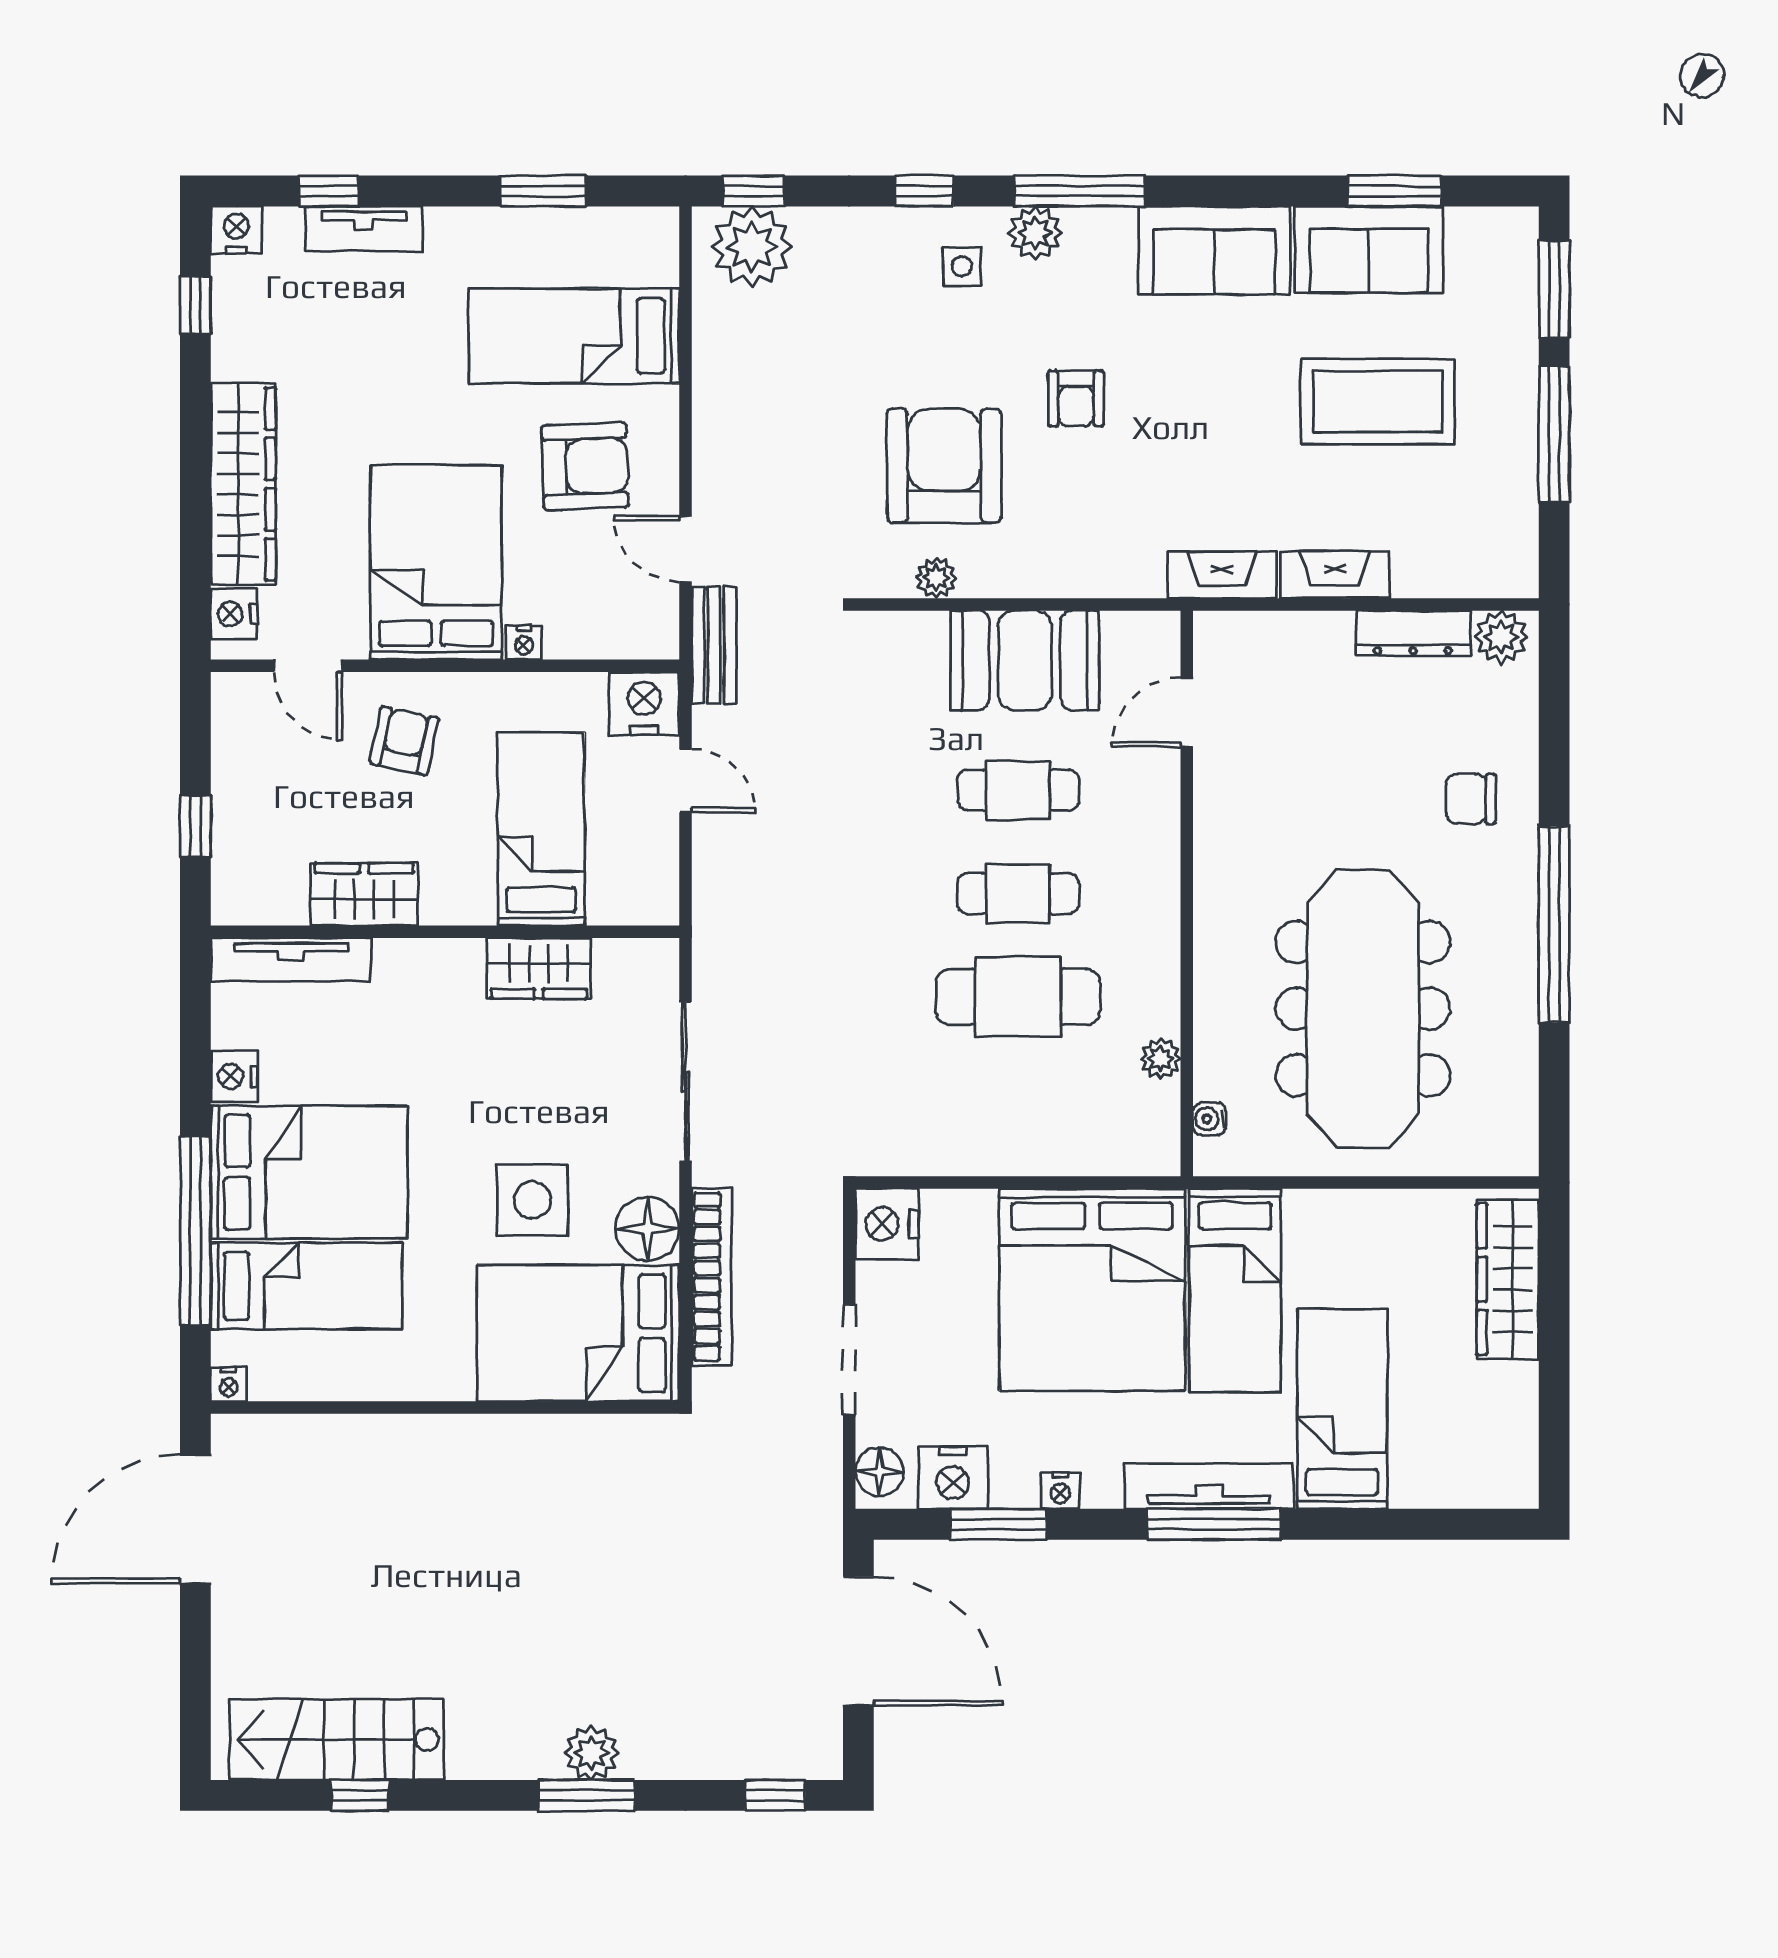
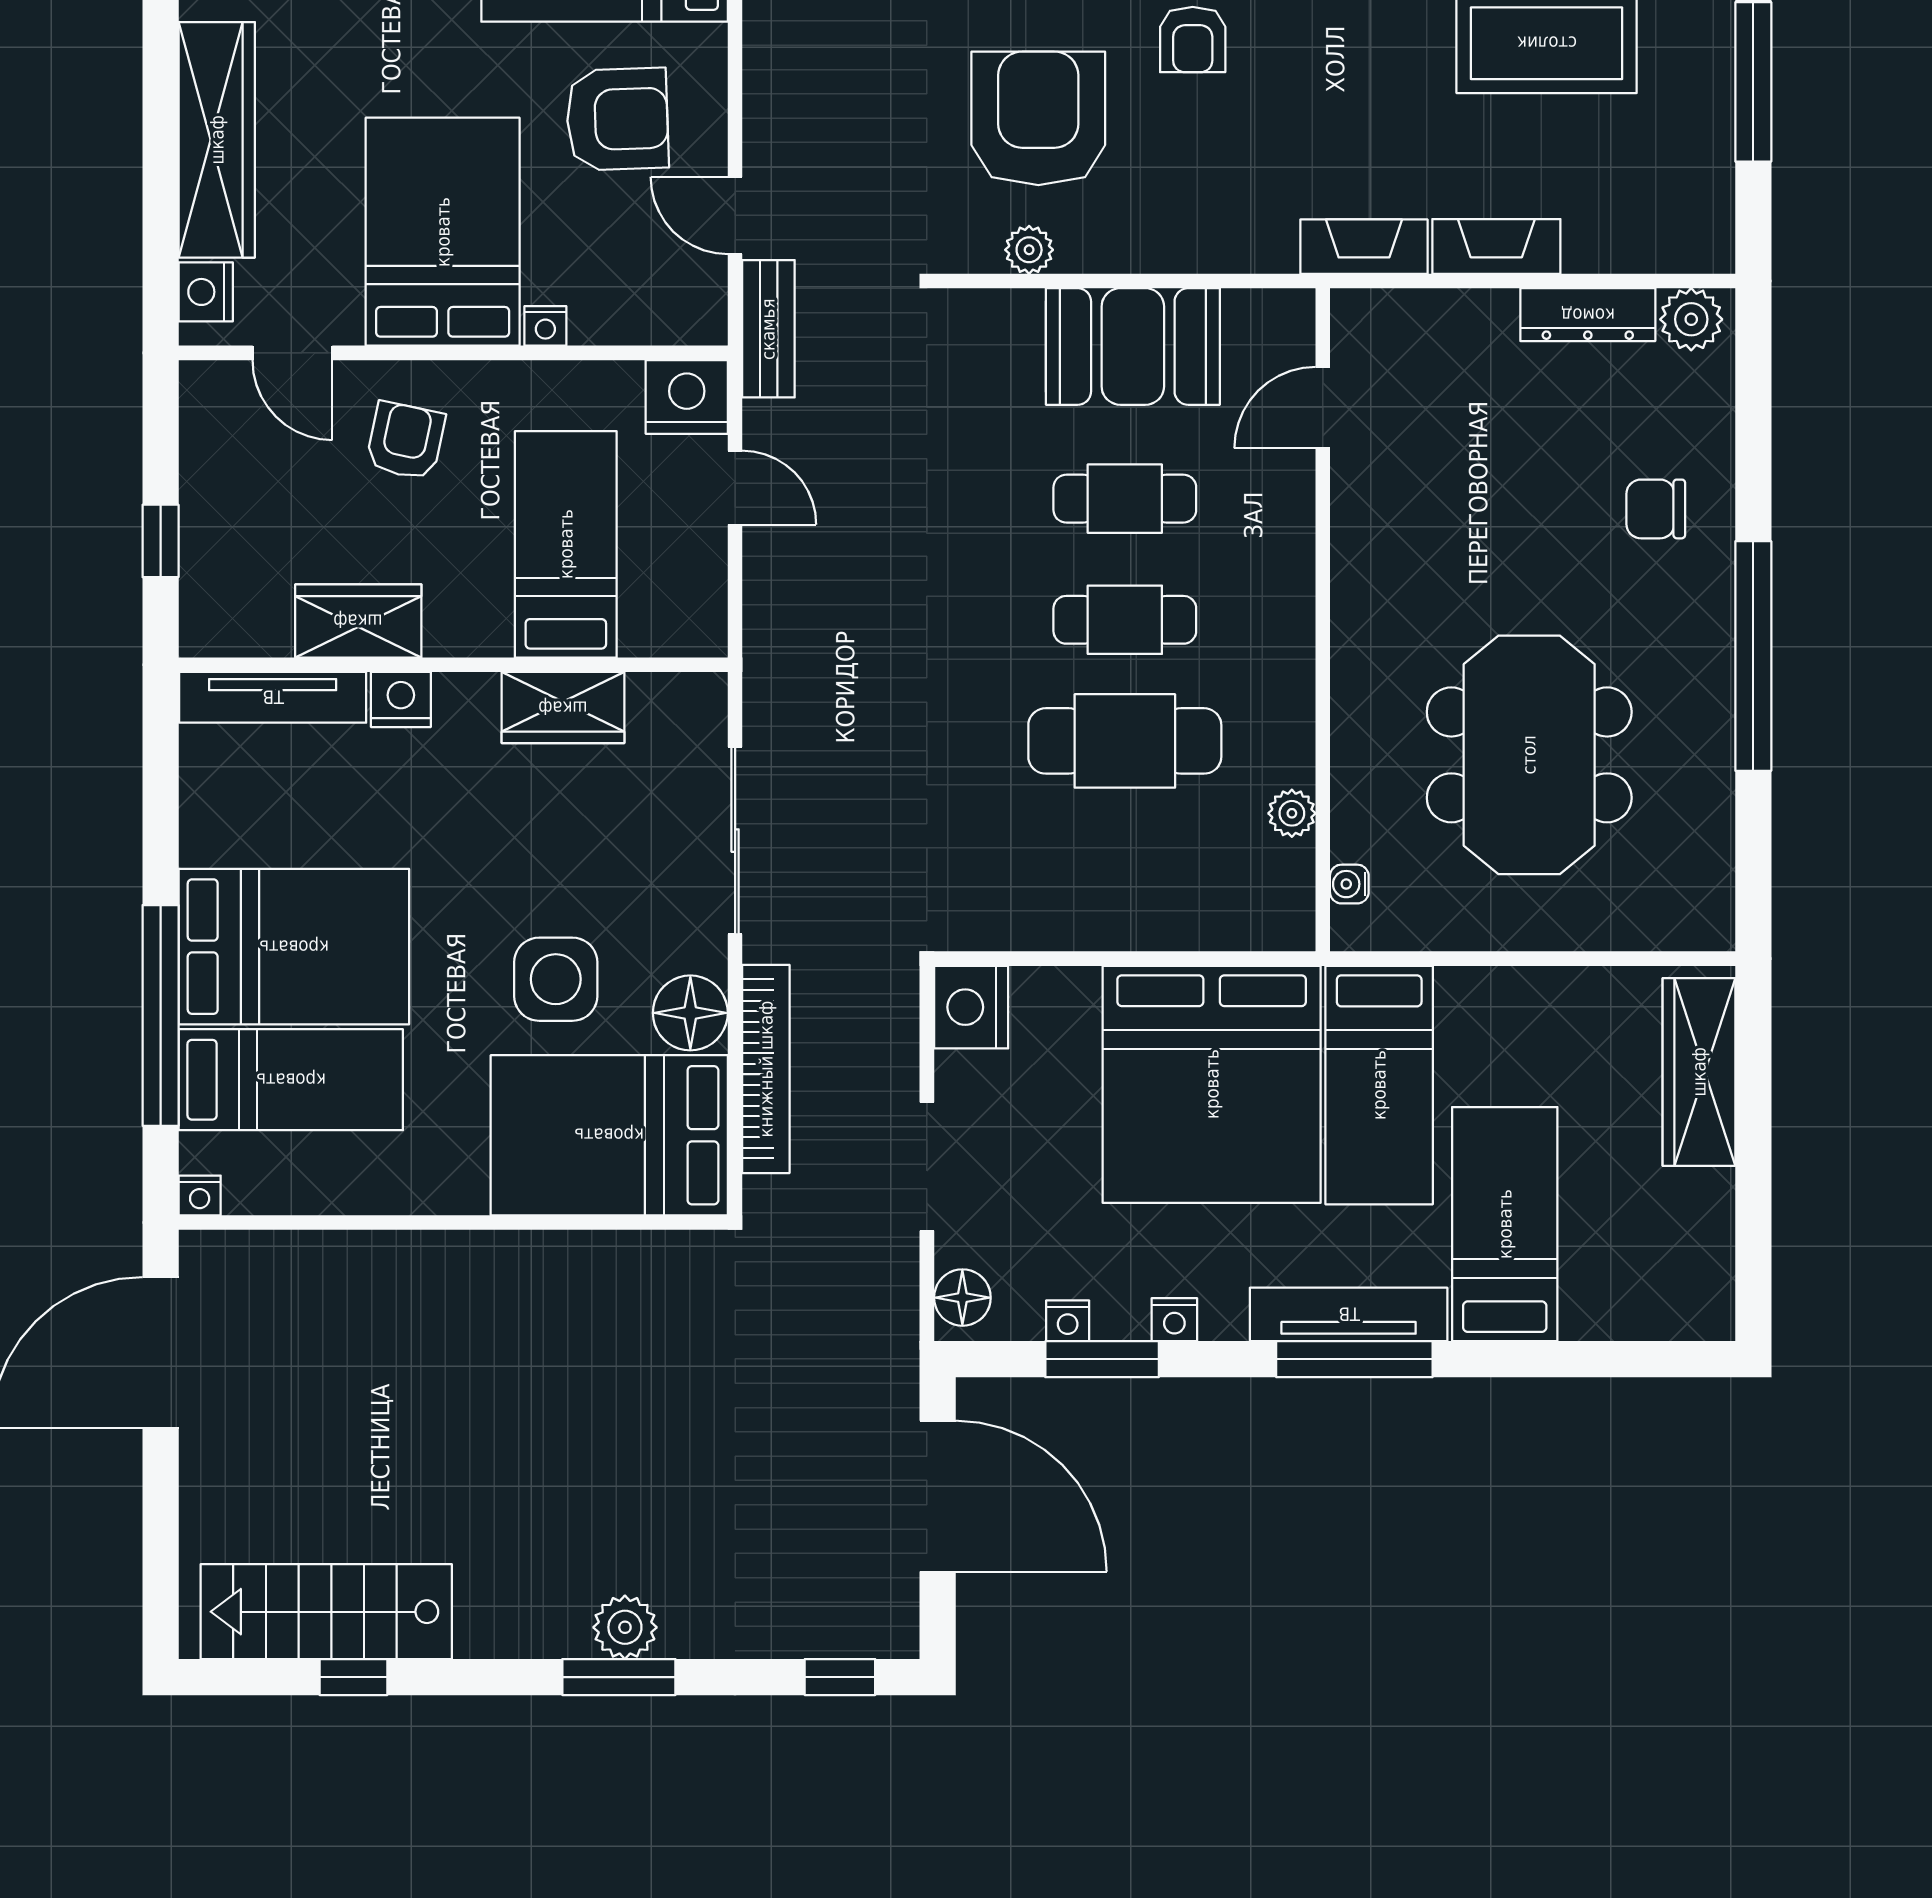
meeting table: (1363, 1009) -> (1529, 755), width x0.73
nightstand: (234, 1076) -> (401, 700), moved, turned 90
nightstand: (953, 1478) -> (1068, 1321), width x0.53, depth x0.56

